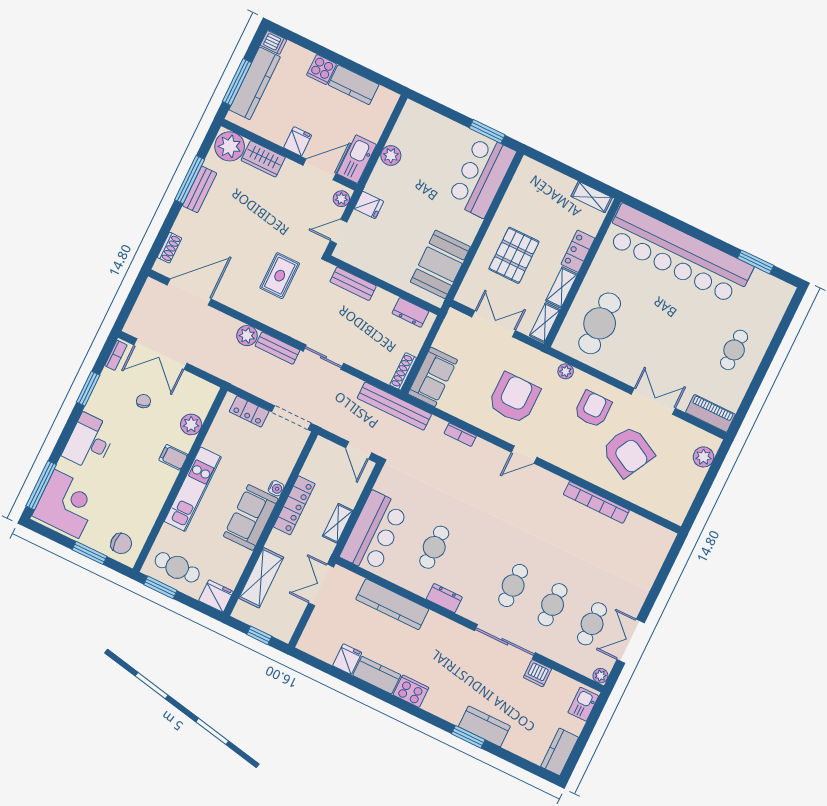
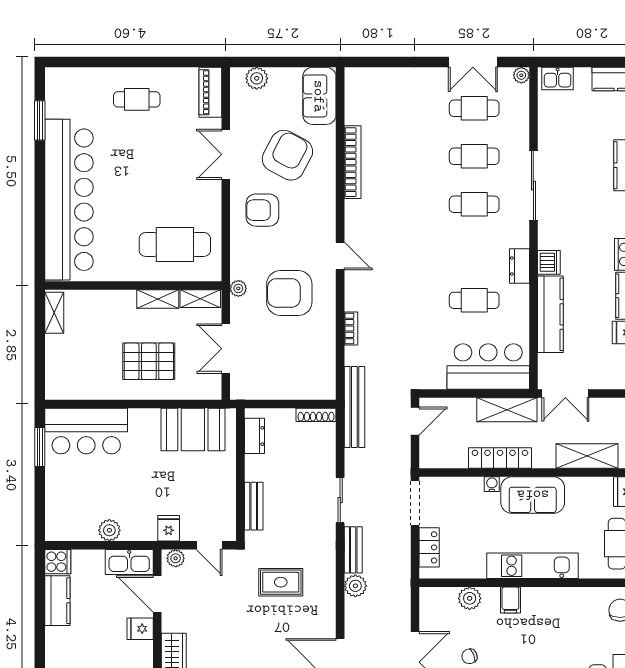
cooker: (322, 70) -> (58, 562), moved
locker: (578, 251) -> (114, 300), removed
plant: (566, 371) -> (238, 288), moved
sofa: (433, 377) -> (319, 96), moved, turned -90
shelving: (338, 523) -> (507, 410), width x1.50, depth x1.33
dishwasher: (538, 673) -> (549, 262), moved

